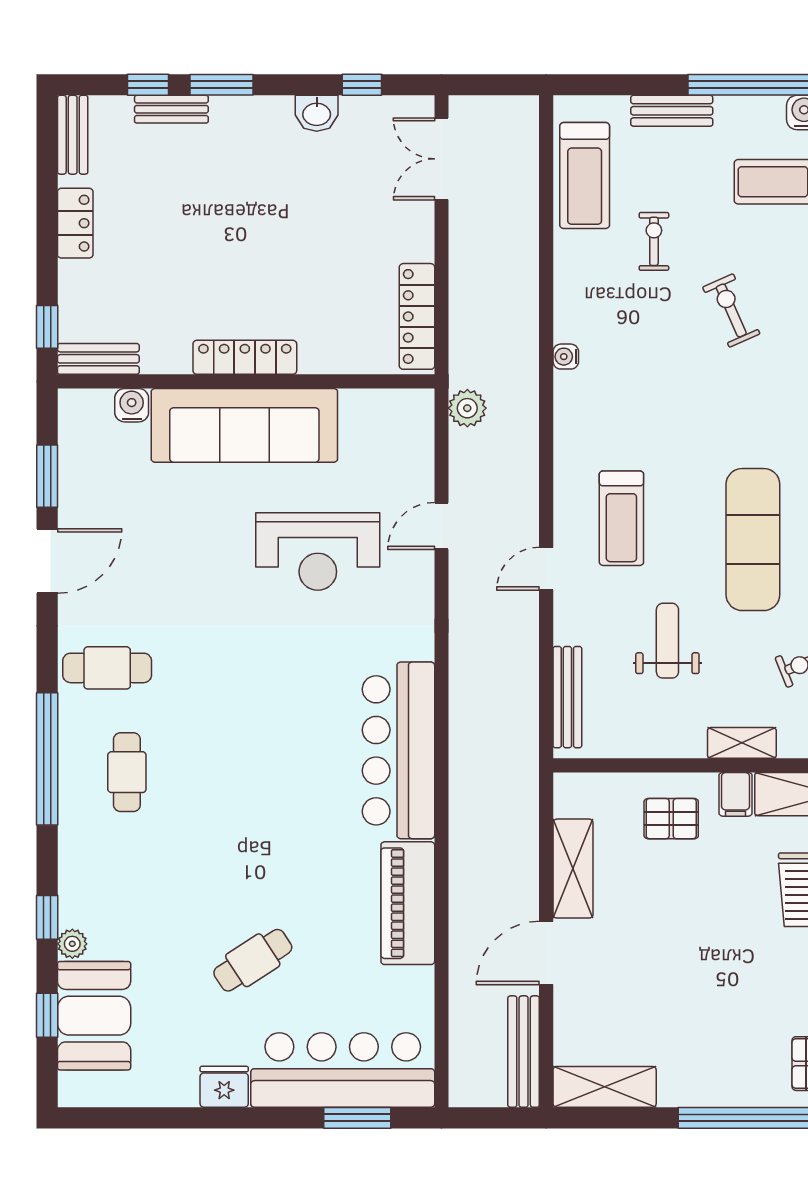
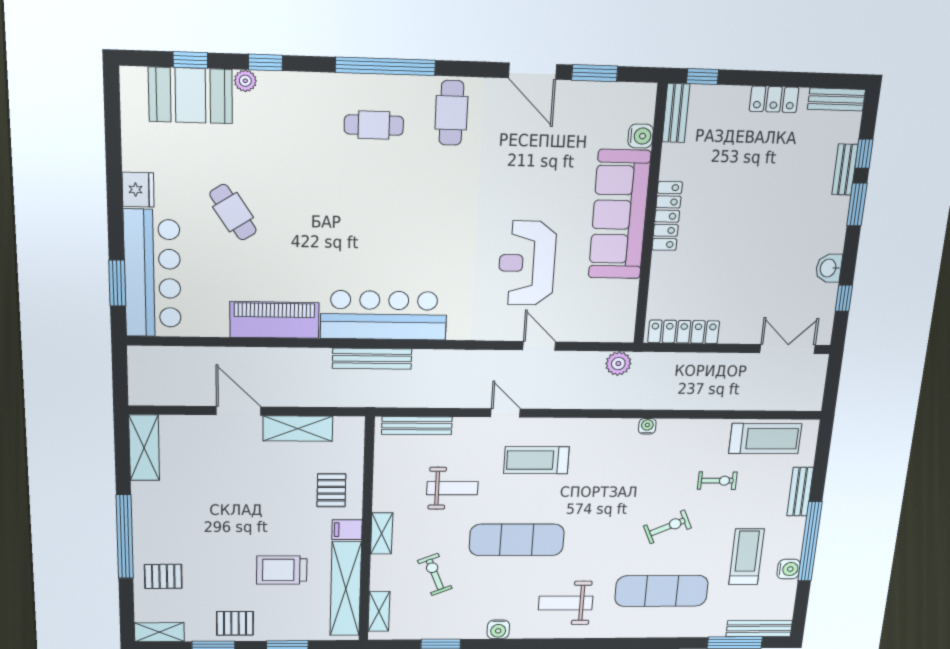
treadmill: (585, 176) -> (765, 439), turned 180
bench: (524, 1052) -> (372, 359), moved

